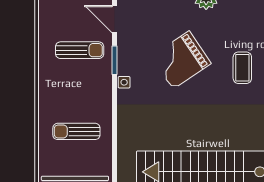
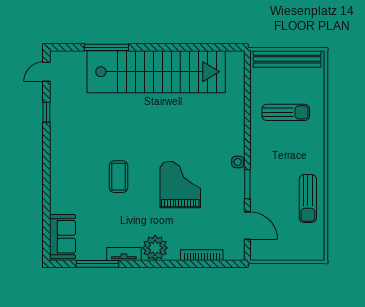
sun lounger: (80, 50) -> (308, 199), moved, turned -90
grand piano: (181, 60) -> (180, 184), turned -56

